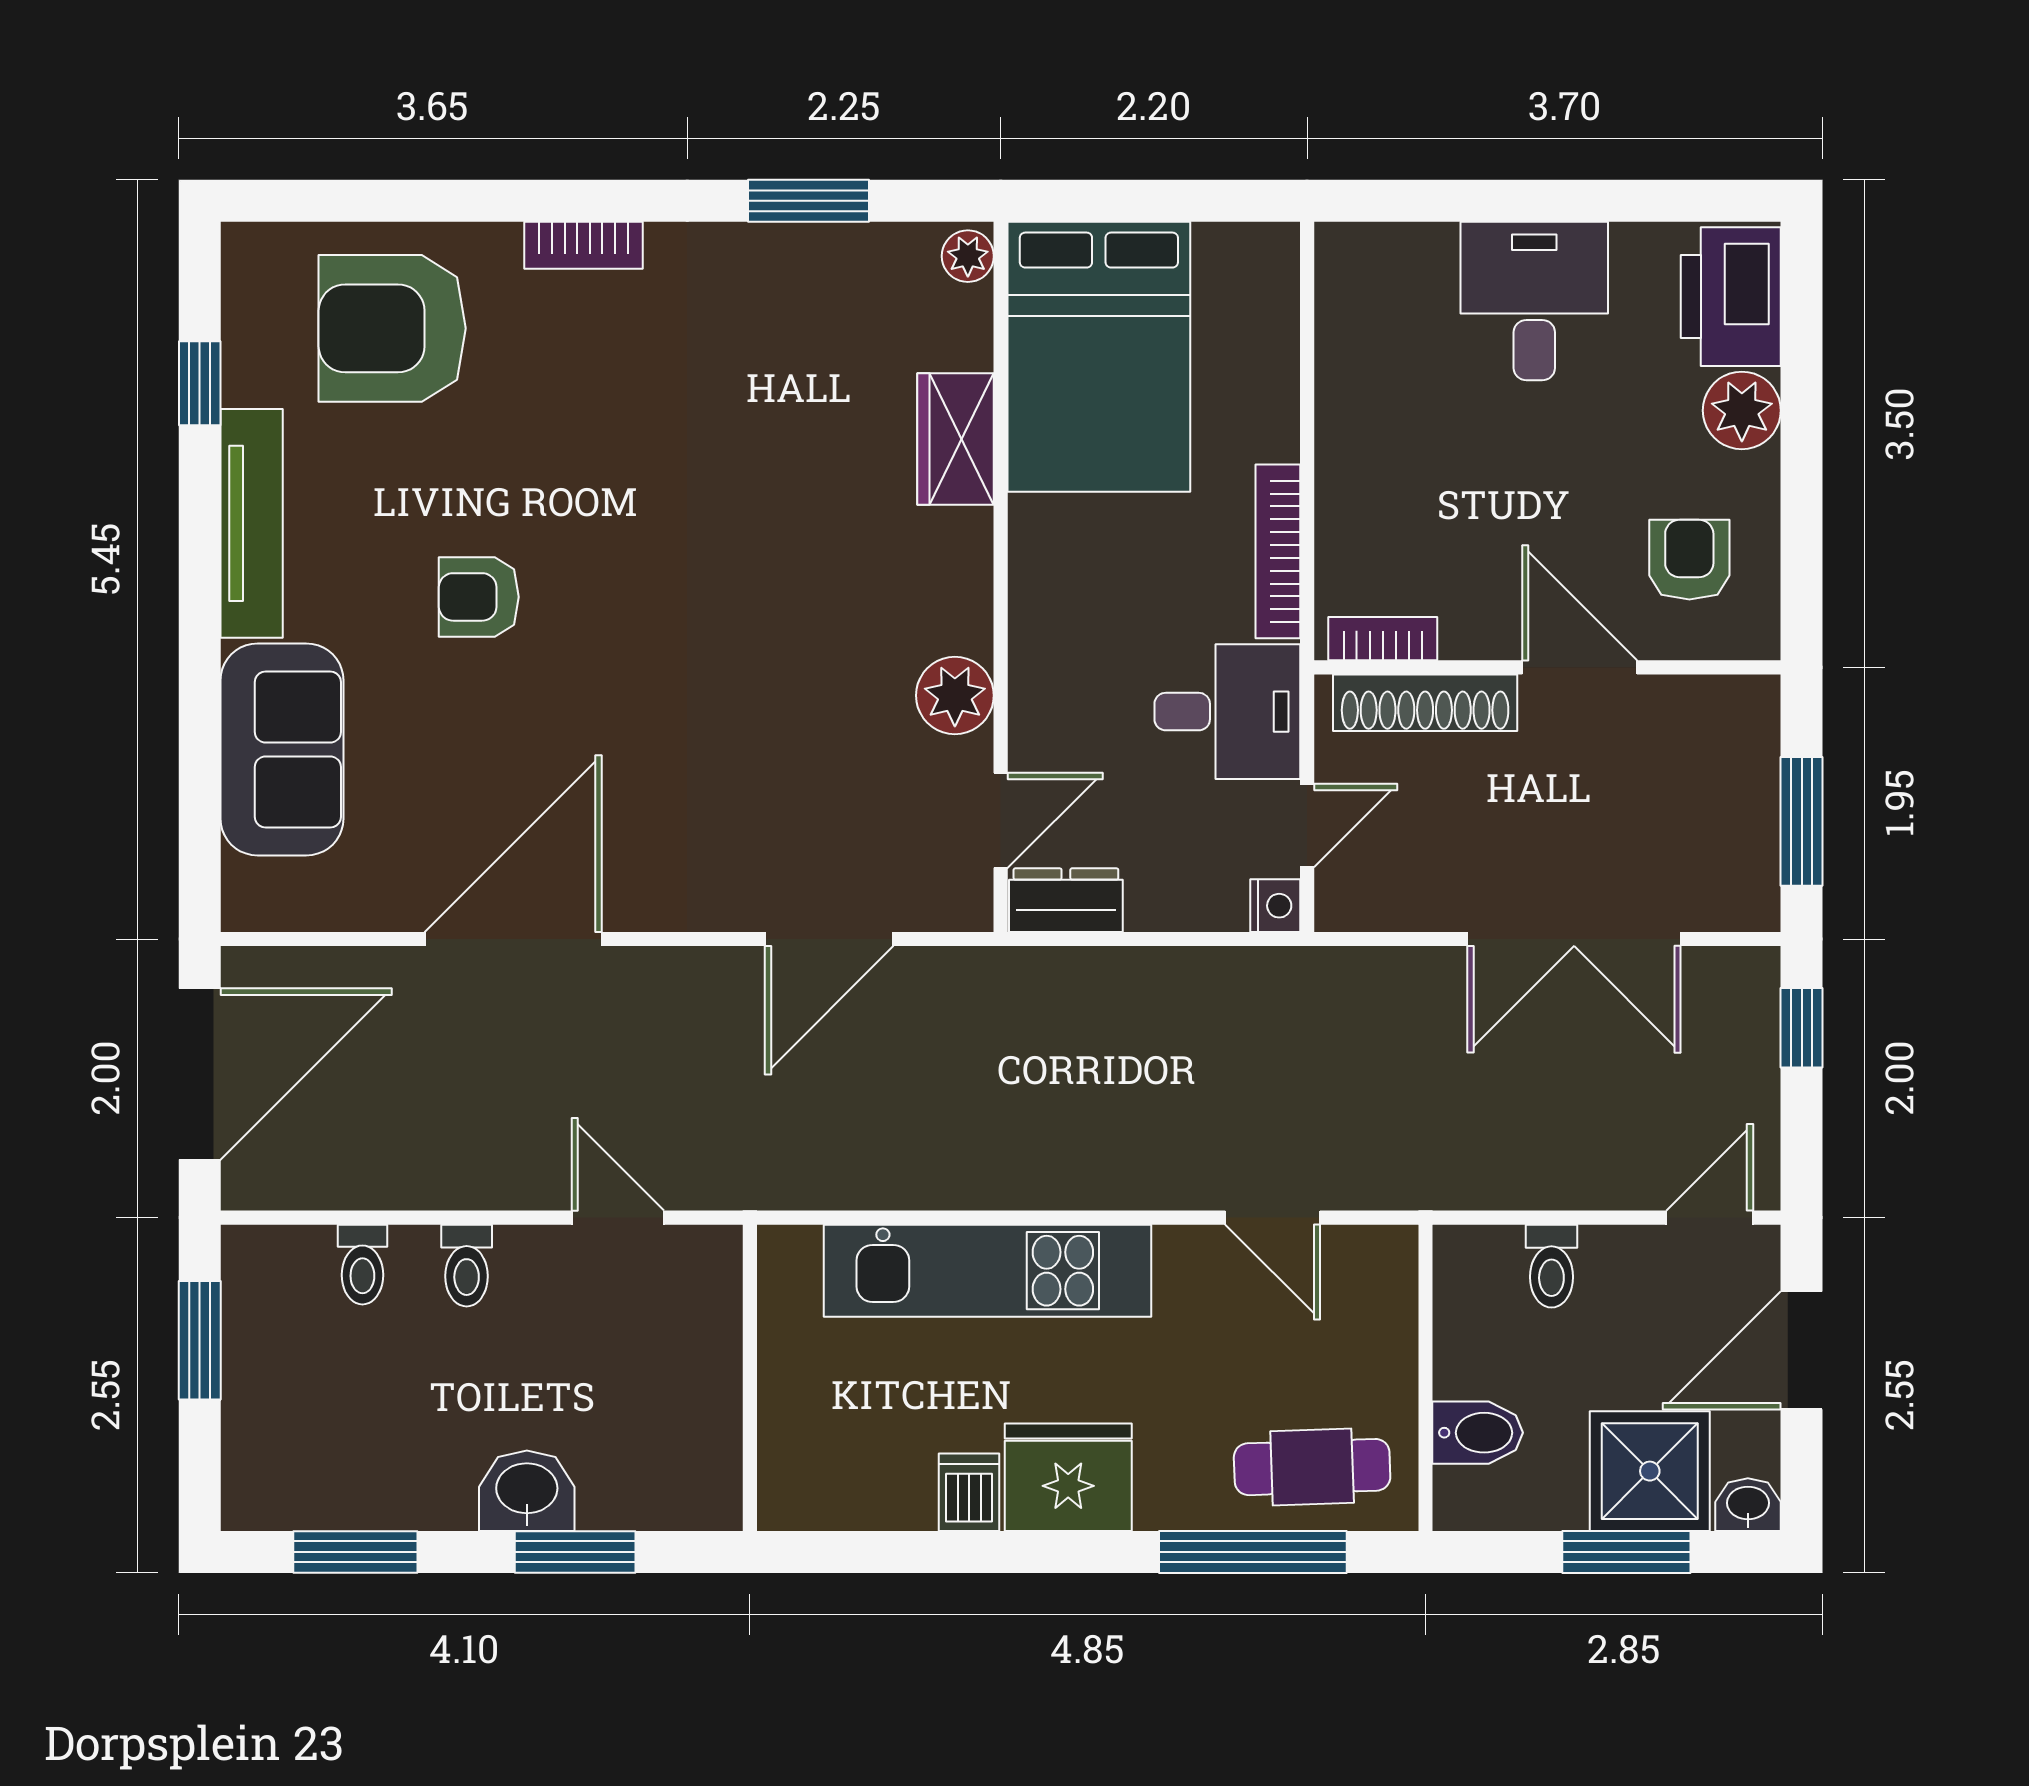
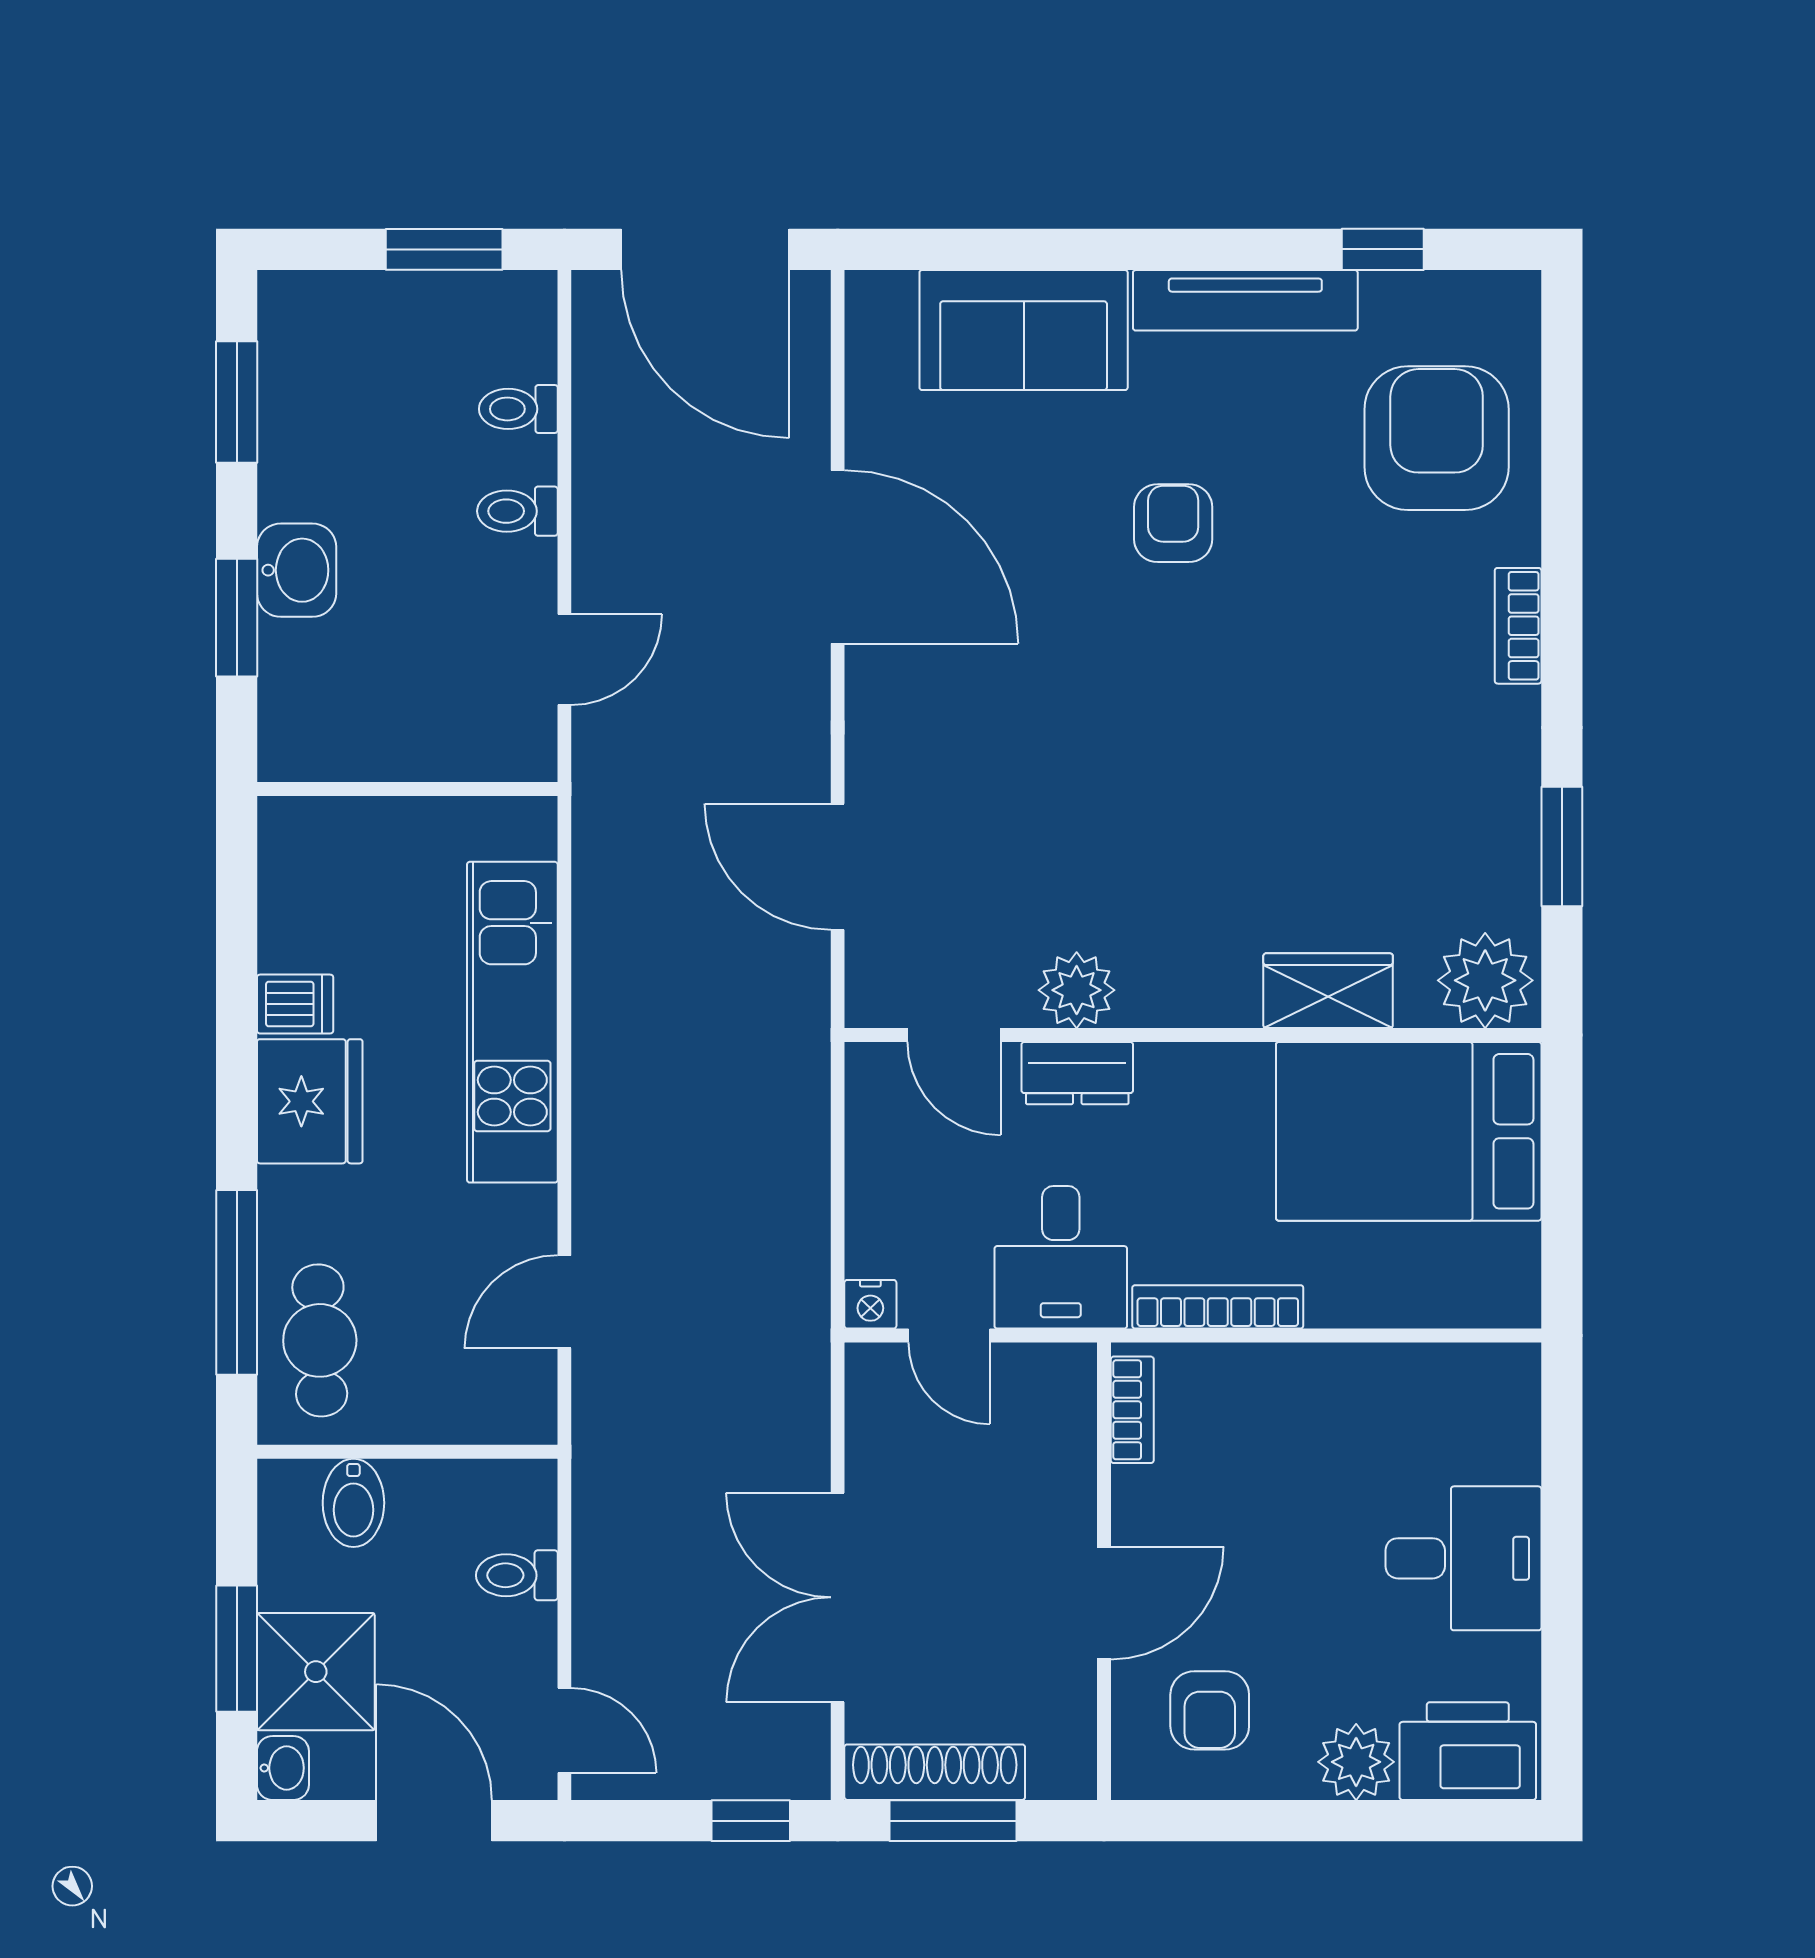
plant: (968, 256) -> (1485, 980), width x1.88, depth x1.88
armchair: (1689, 560) -> (1210, 1710), turned 90
shoe rack: (1425, 703) -> (935, 1772), moved, turned 90
dresser: (1066, 900) -> (1077, 1073), moved, turned 90

